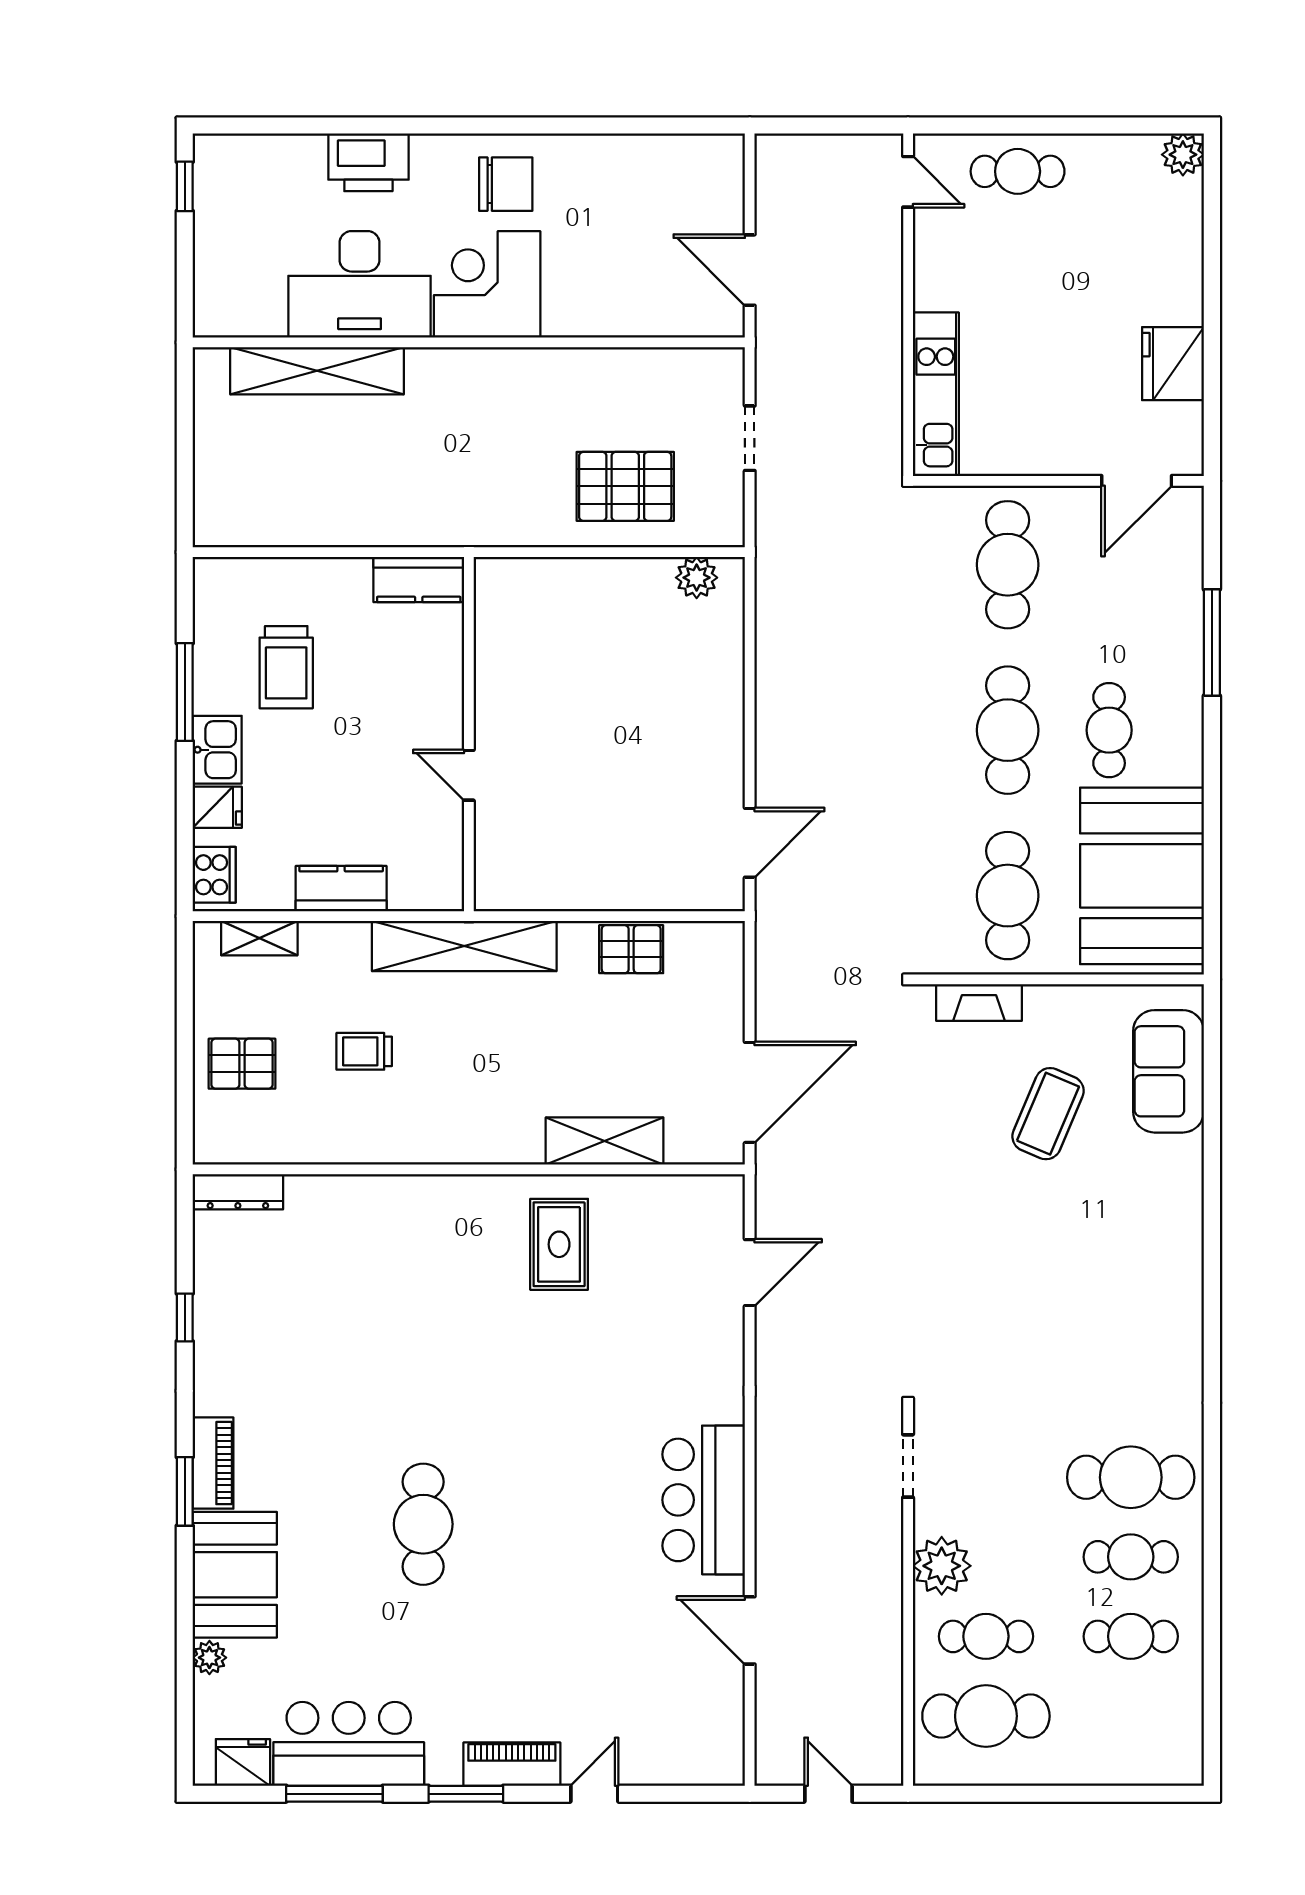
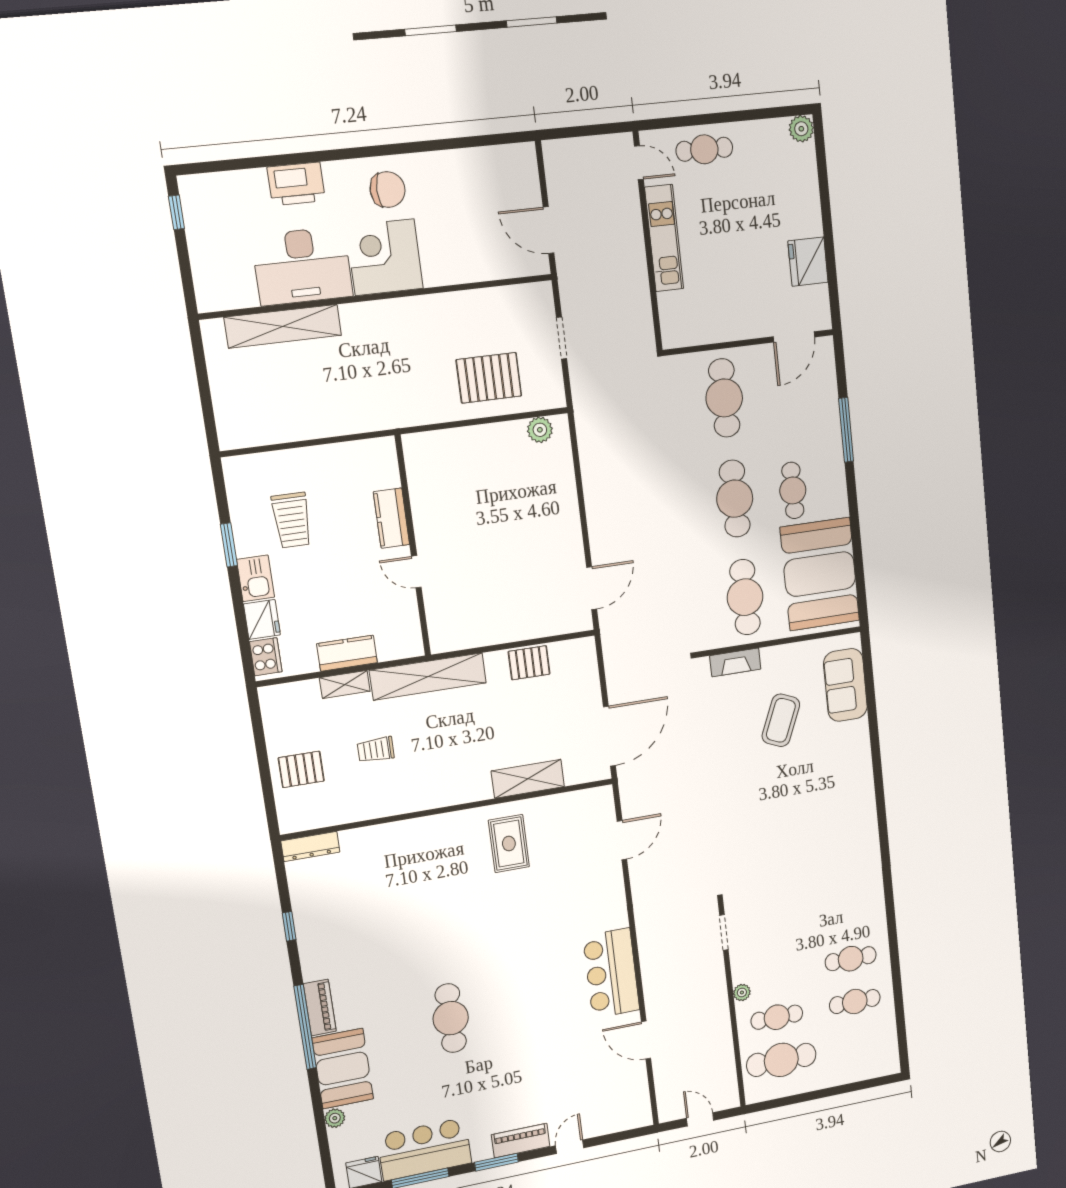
kitchen unit: (936, 394) -> (664, 238), moved
kitchen counter: (419, 580) -> (391, 518), moved, turned 90
window: (185, 692) -> (229, 545), width x0.69
fridge: (217, 807) -> (262, 619), width x1.38
shelving: (259, 938) -> (345, 684), moved
cafe table: (1131, 1477) -> (846, 915), removed
window: (185, 1491) -> (305, 1027), width x2.11
plant: (942, 1566) -> (742, 992), width x0.53, depth x0.53

